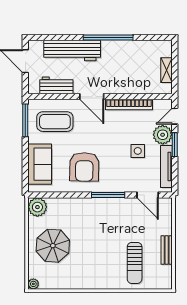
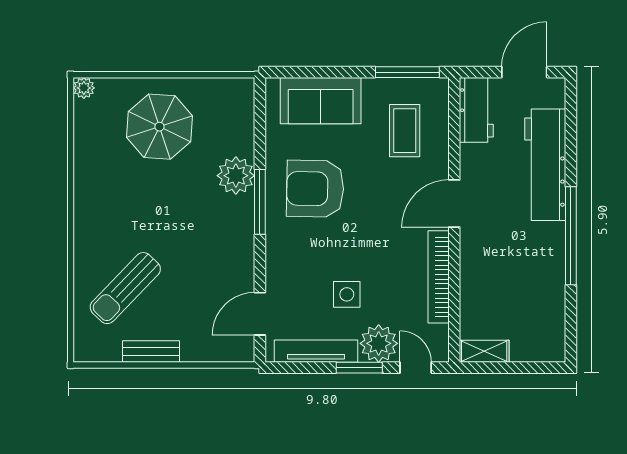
shelving: (167, 70) -> (484, 351), moved
workbench: (56, 85) -> (476, 110), moved
coffee table: (55, 122) -> (405, 131), width x0.73, depth x0.76
window: (108, 195) -> (260, 202), moved
plant: (37, 207) -> (236, 176), moved
sun lounger: (135, 263) -> (125, 288), turned -46

